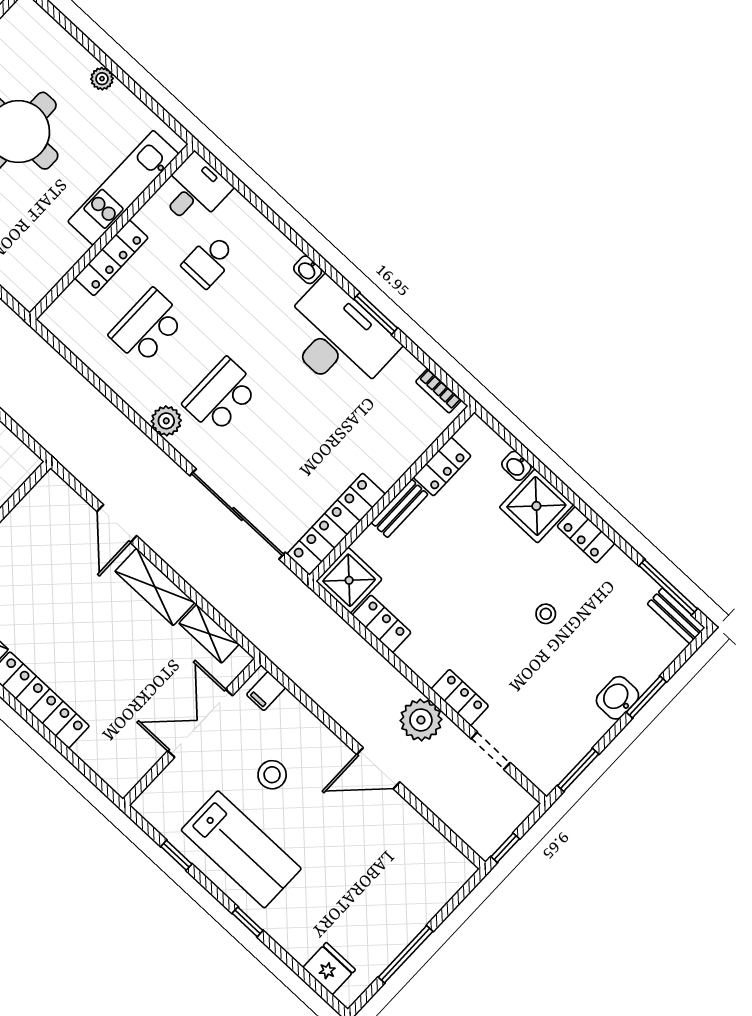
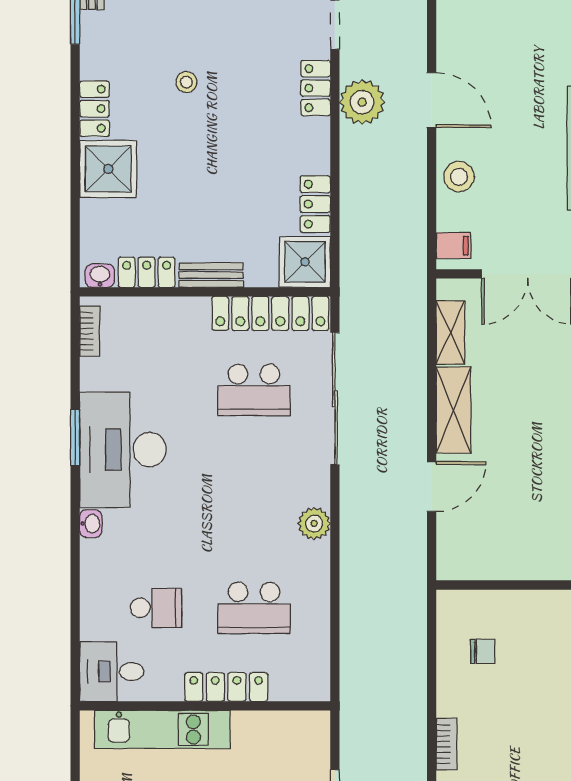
school desk: (221, 396) -> (254, 390), moved
washbasin: (516, 466) -> (100, 276), moved, turned -90
stool: (272, 775) -> (459, 177), moved

